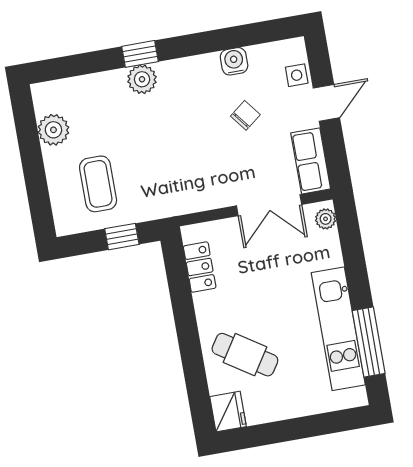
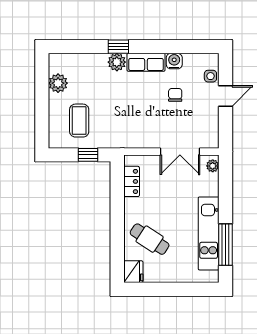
chair: (245, 115) -> (175, 95), turned -52
row of seats: (311, 161) -> (146, 62), moved, turned -90

